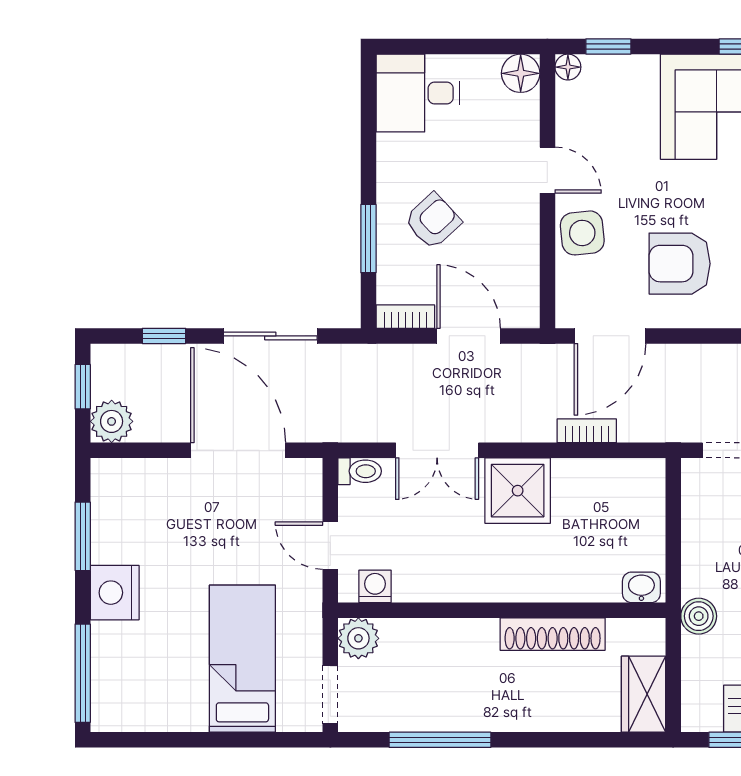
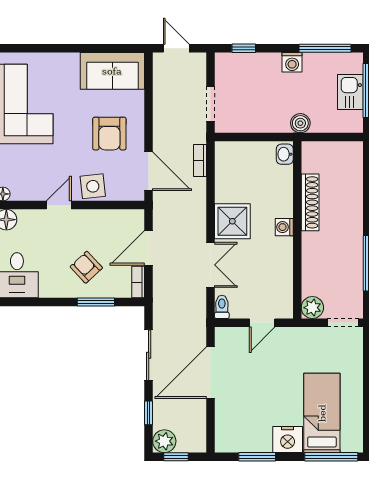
plant: (112, 421) -> (164, 441), moved
bookcase: (587, 431) -> (200, 160), moved
washing machine: (375, 586) -> (284, 227), moved
bed: (242, 659) -> (322, 413), moved, turned 90
wardrobe: (643, 694) -> (343, 153), removed

